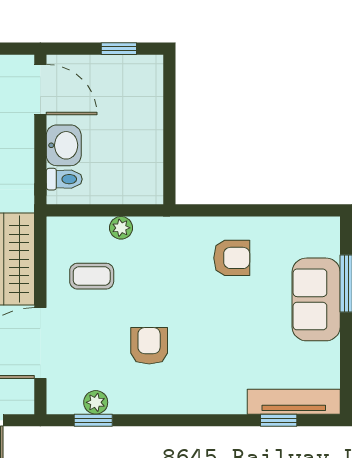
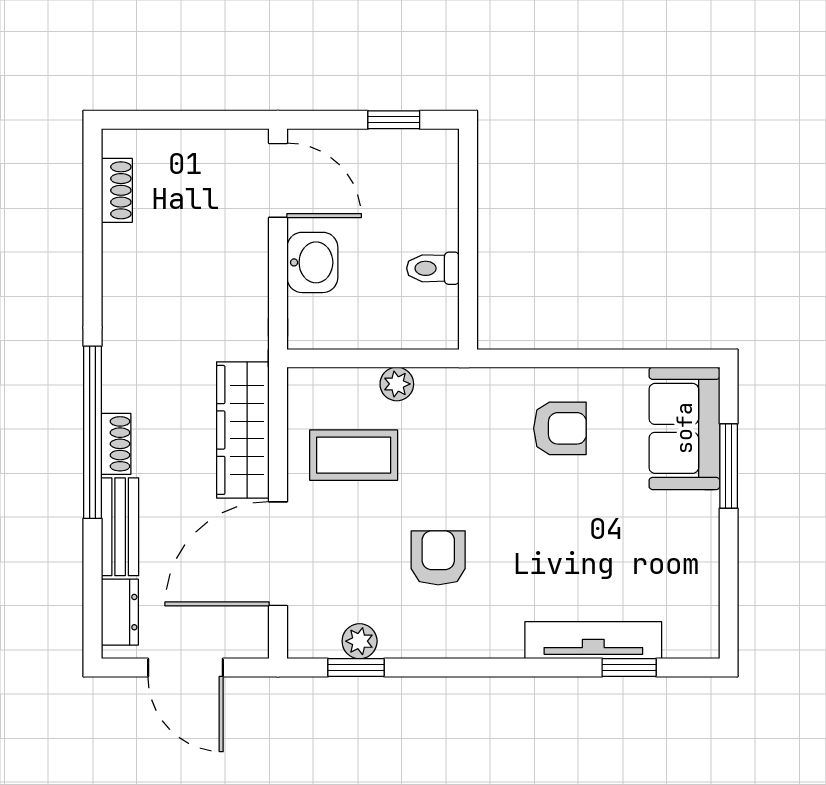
toilet: (64, 179) -> (433, 268), moved, turned 180
coffee table: (92, 276) -> (354, 455), width x1.36, depth x1.30
sofa: (316, 299) -> (684, 428), moved
tv unit: (294, 402) -> (593, 640), moved

